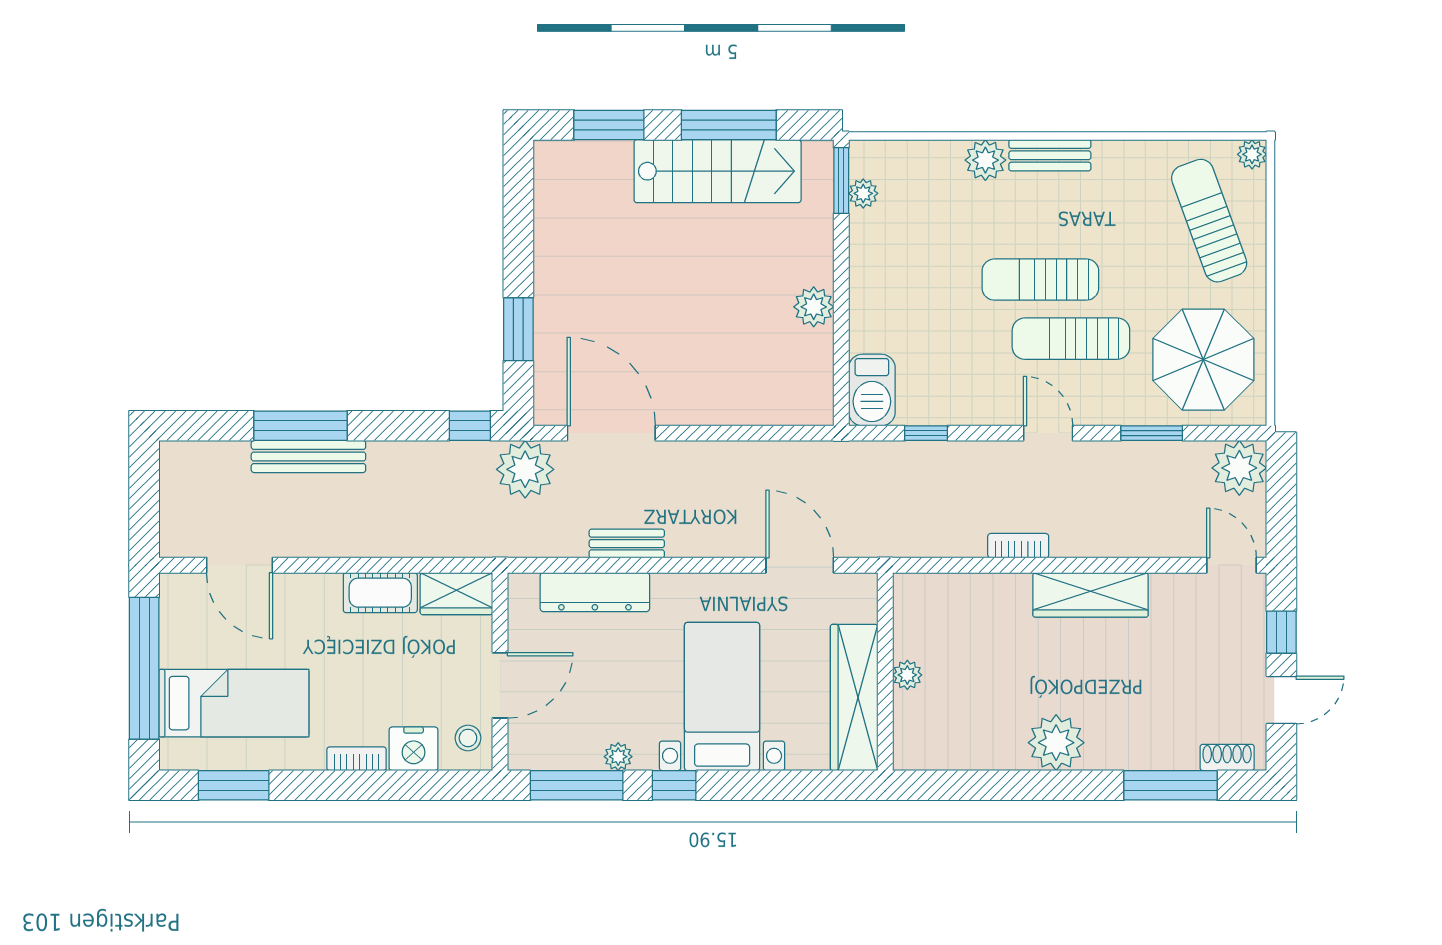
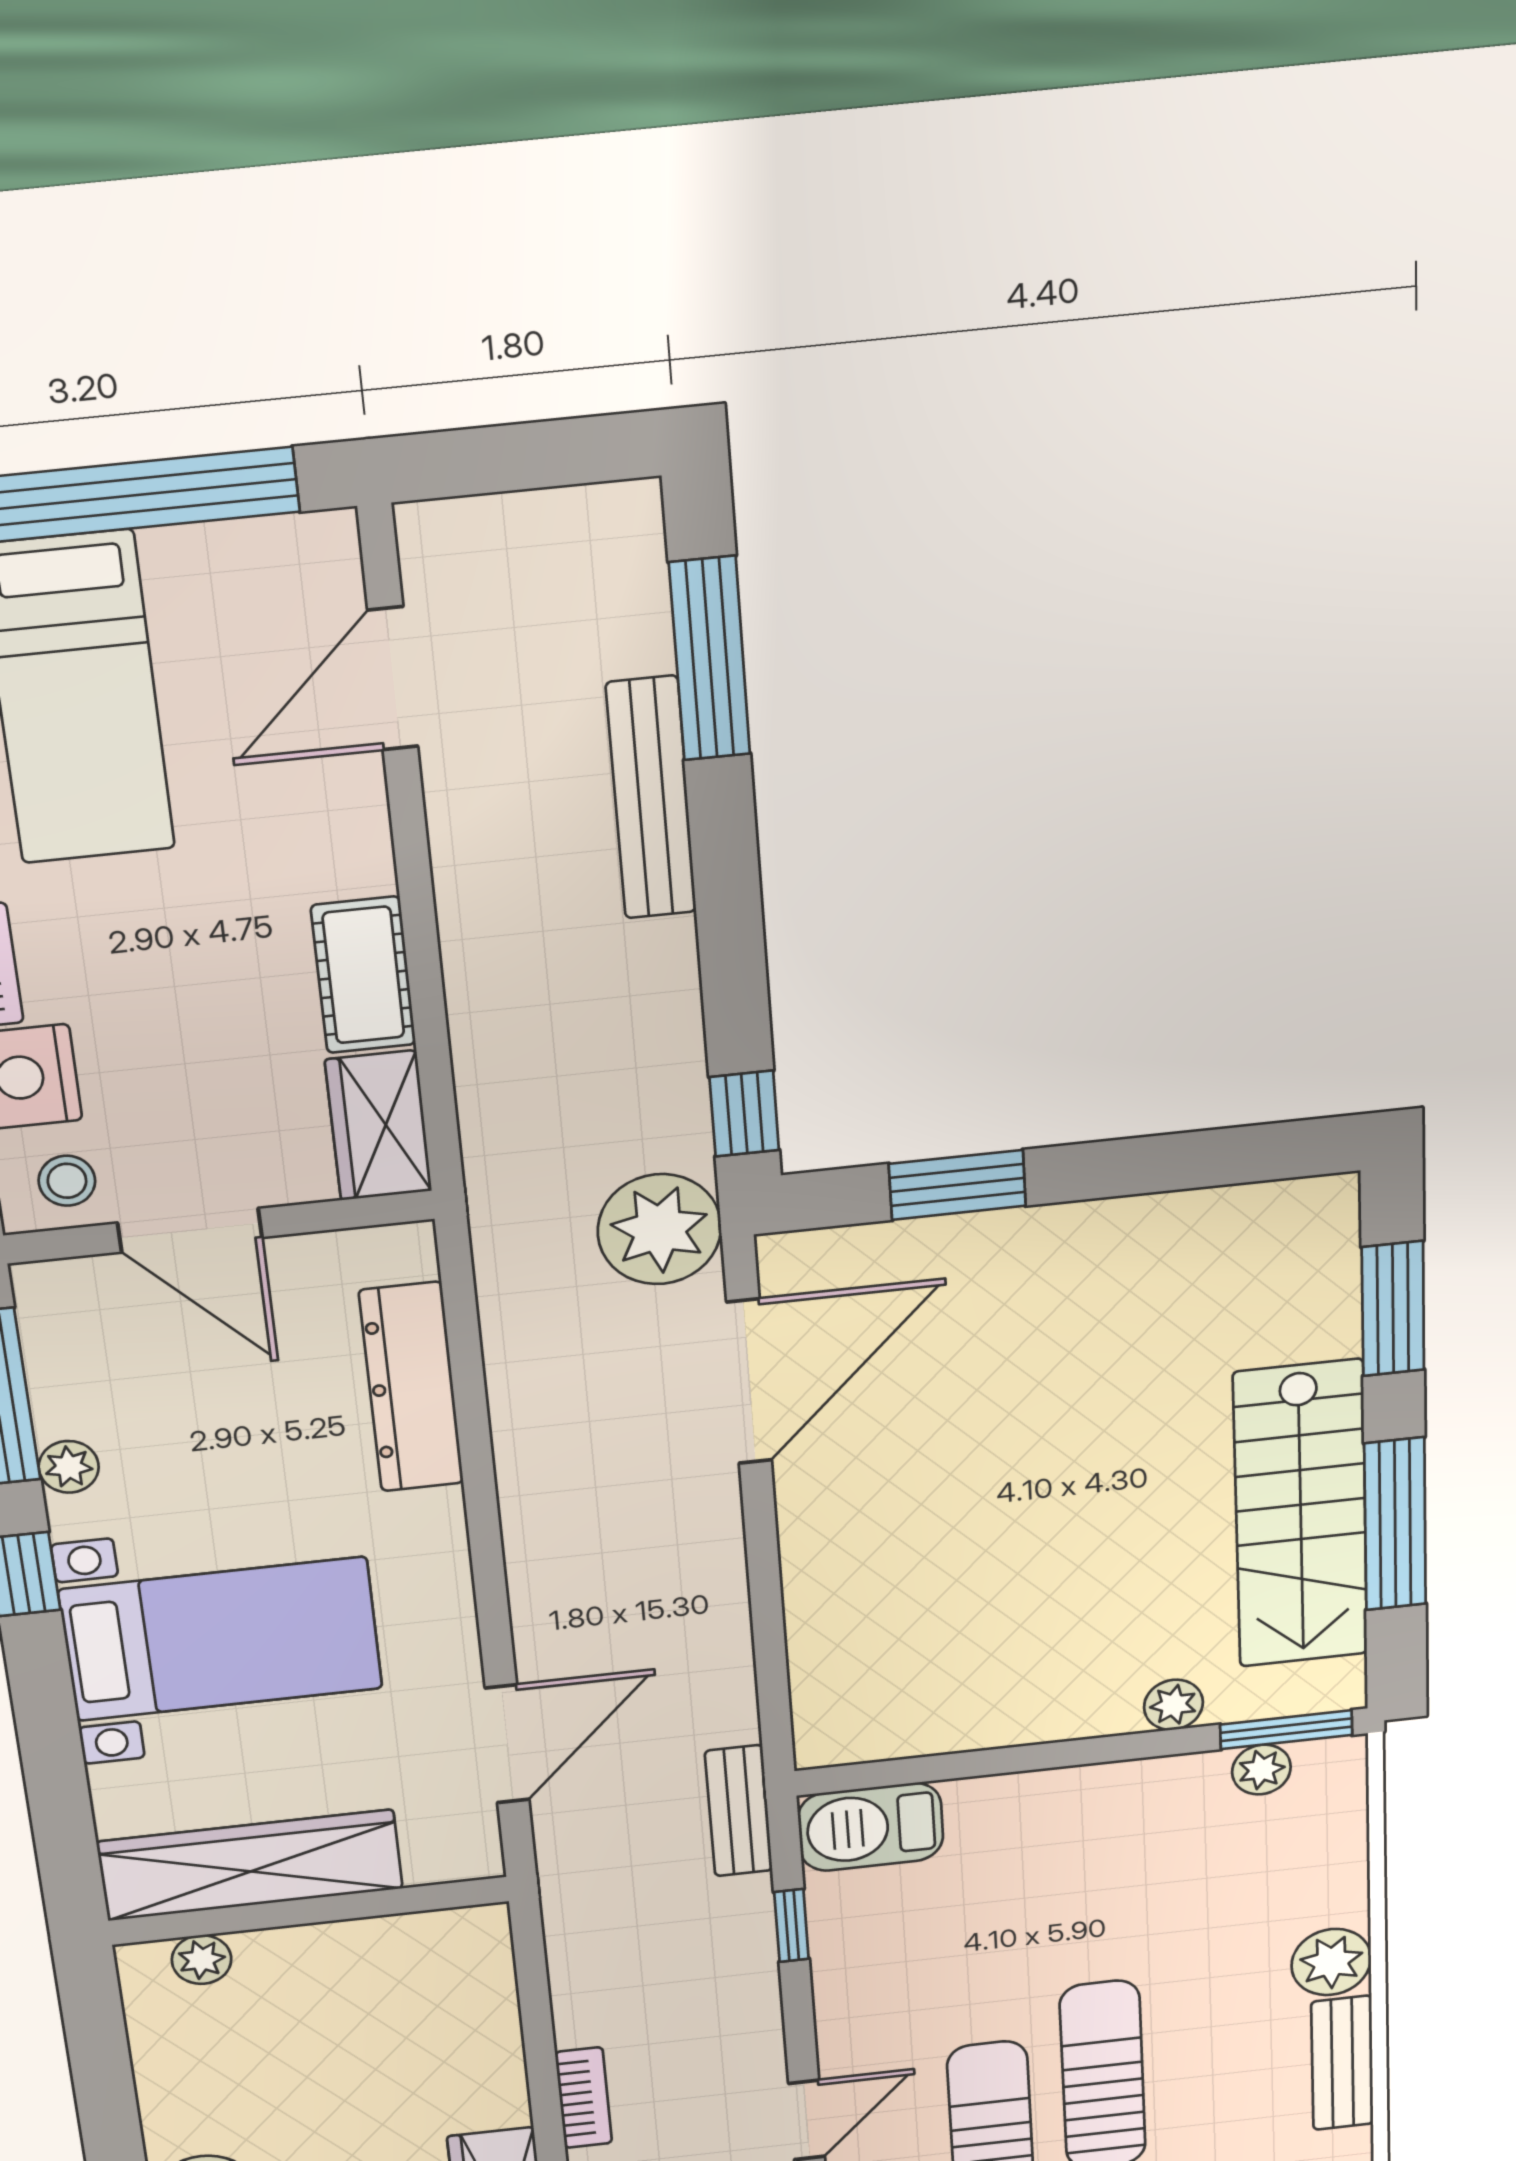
plant: (814, 307) -> (1173, 1705), moved, width x0.73, depth x0.73
window: (301, 426) -> (710, 659), moved
bench: (627, 544) -> (739, 1811), moved
plant: (907, 675) -> (202, 1960), moved

